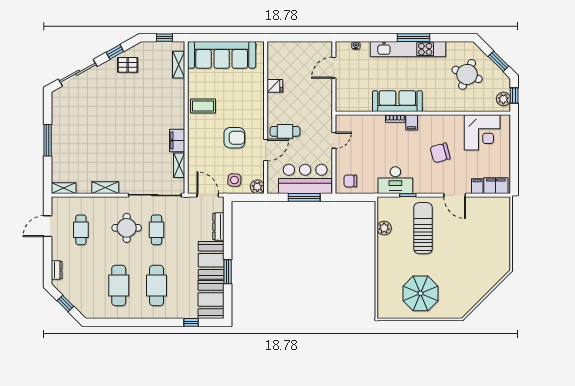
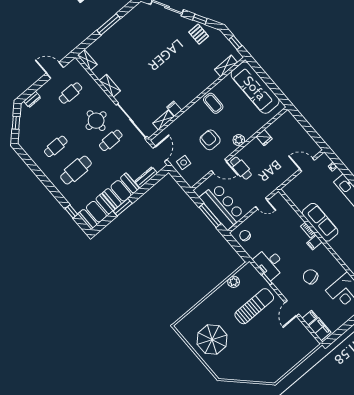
armchair: (234, 138) -> (210, 140), turned 180
filing cabinet: (177, 140) -> (174, 109), width x0.50
plant: (257, 187) -> (239, 140), moved
cafe table: (119, 285) -> (56, 146), width x0.73, depth x0.74

